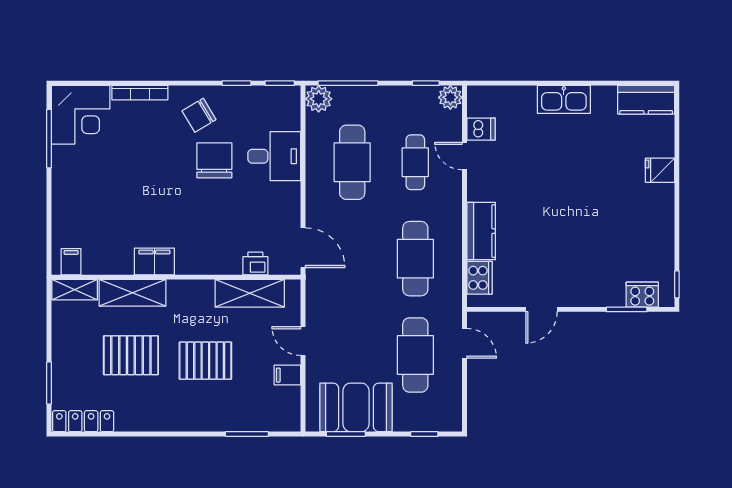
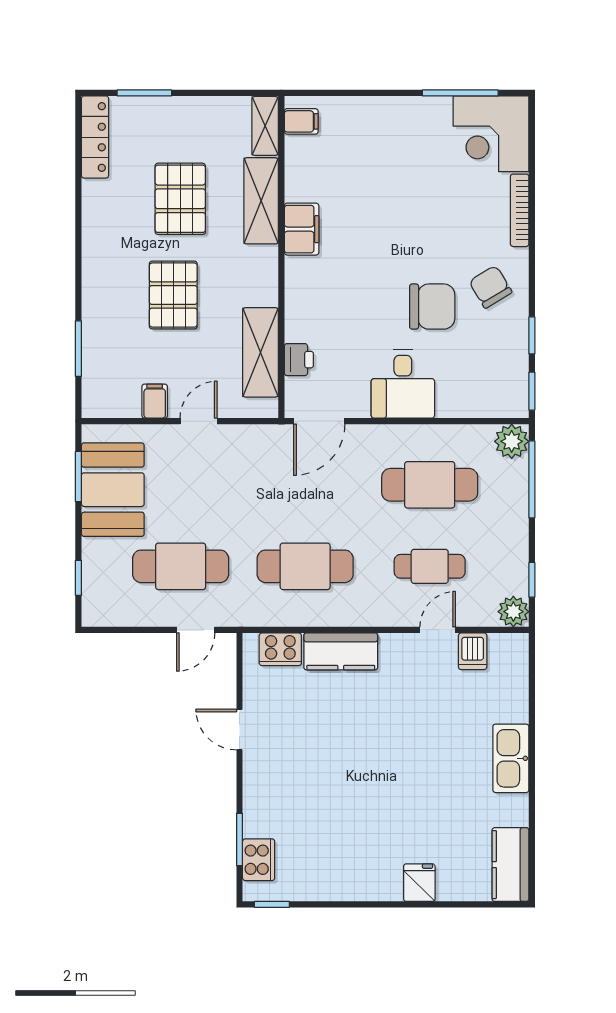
desk: (274, 156) -> (403, 384), moved

